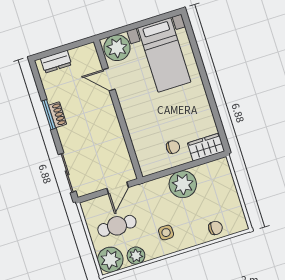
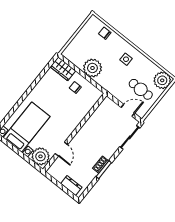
door: (118, 188) -> (128, 110), moved
plant: (136, 256) -> (150, 67), removed

